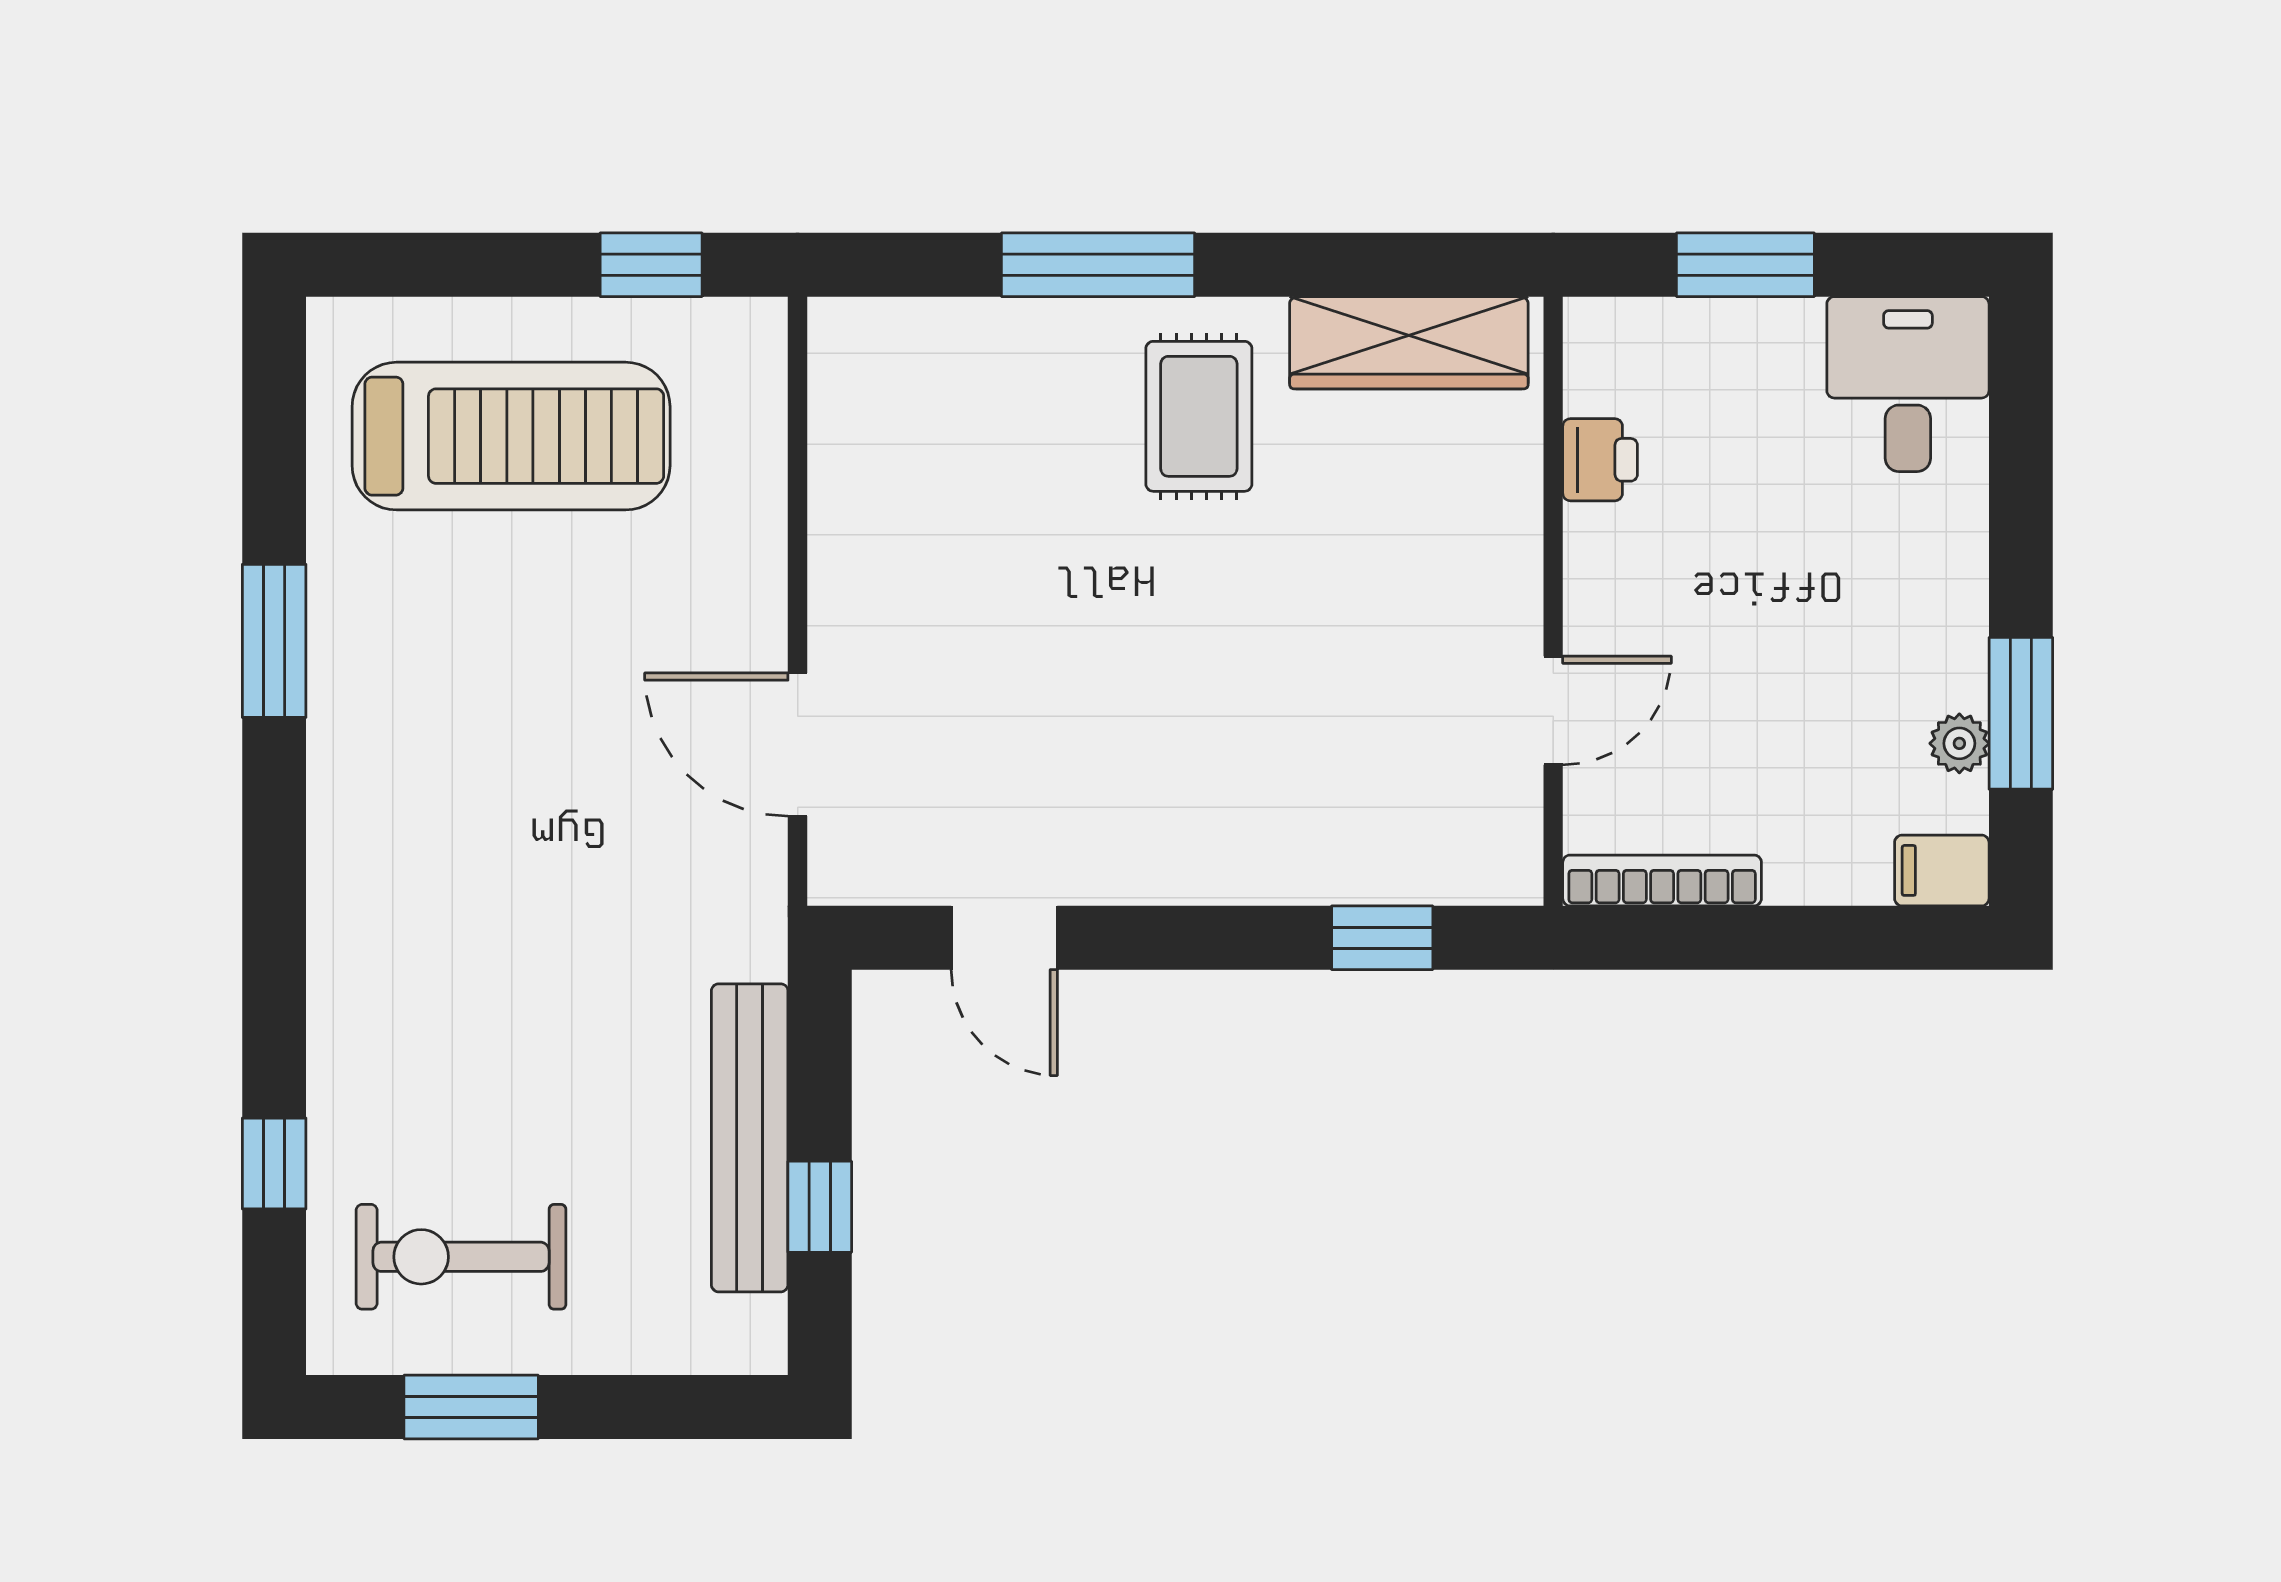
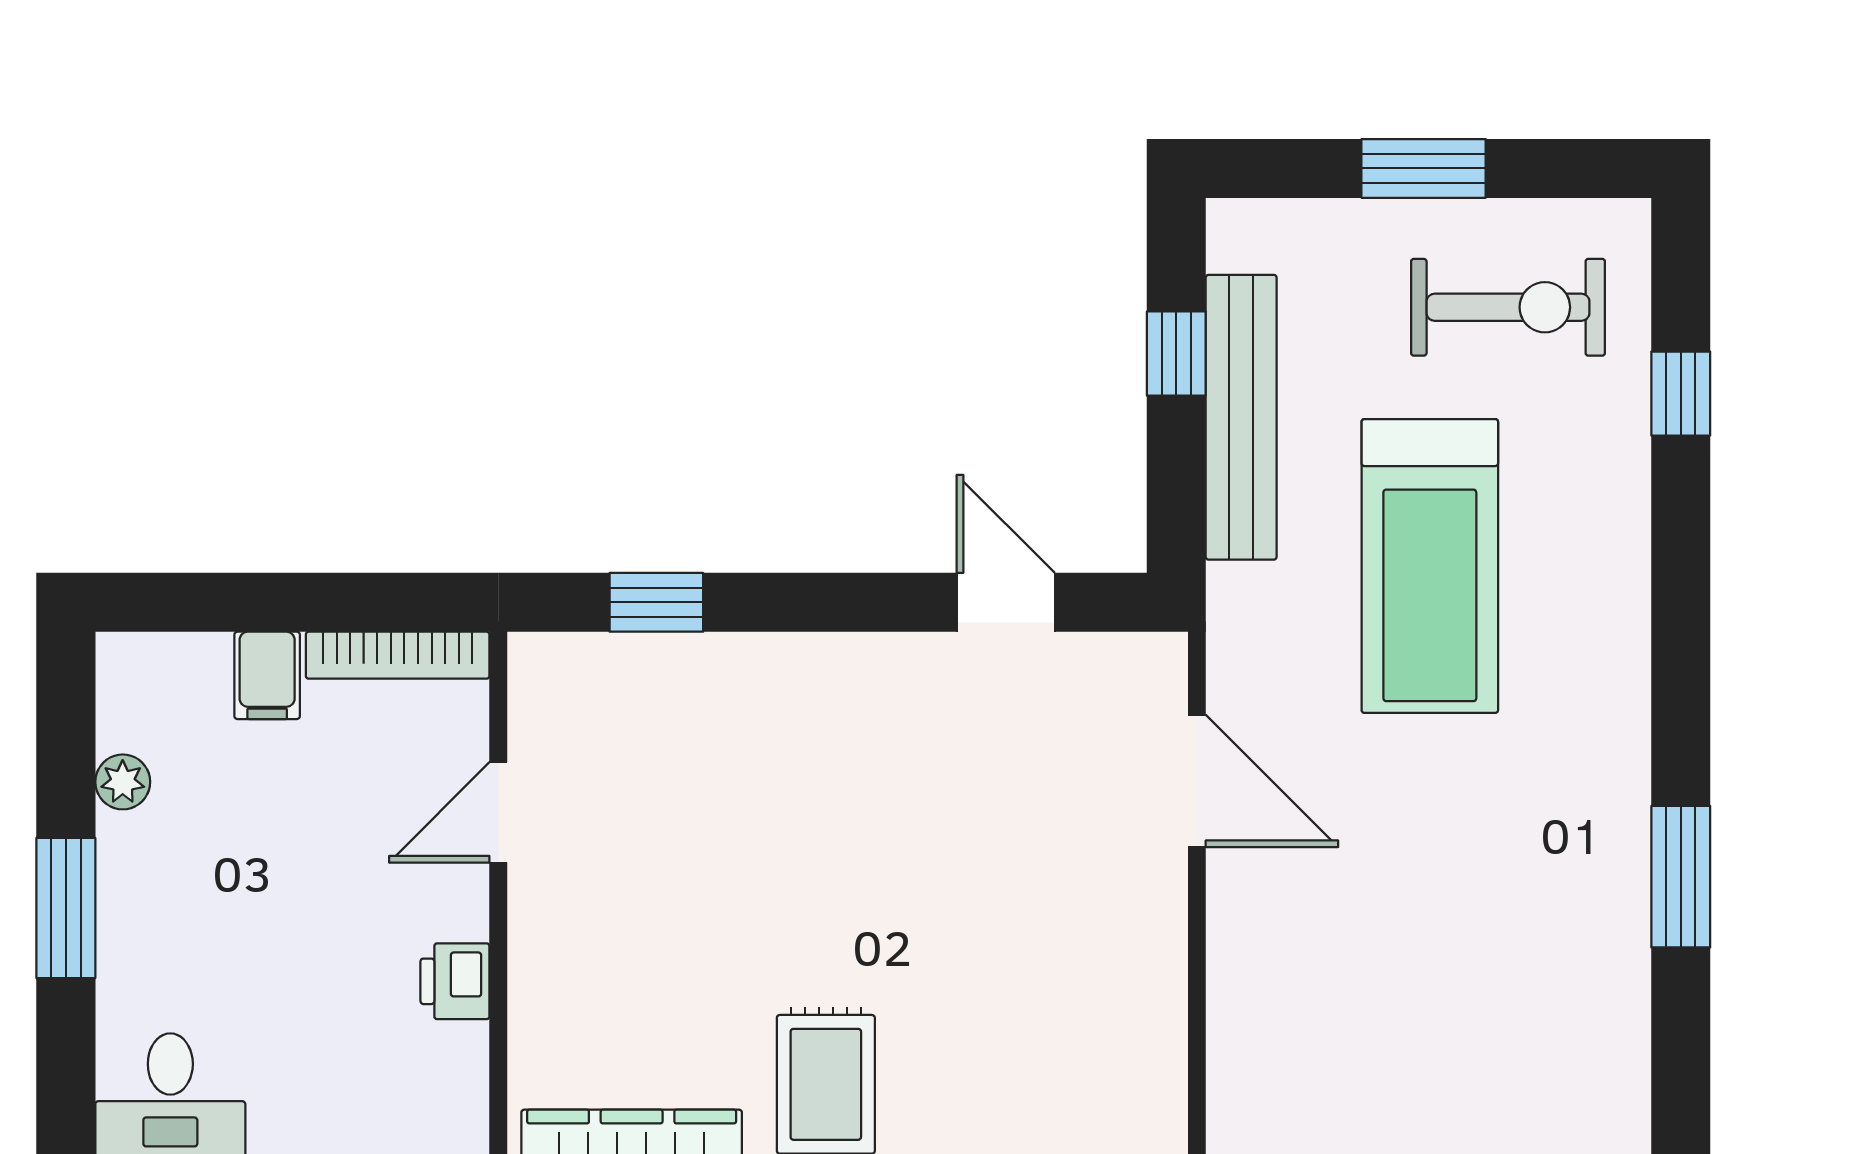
treadmill: (511, 436) -> (1430, 566), moved, turned -90
printer: (1600, 460) -> (455, 981), moved
window: (2021, 713) -> (66, 908), moved
filing cabinet: (1942, 870) -> (267, 675), moved, turned 90
window: (471, 1407) -> (1424, 168), moved

